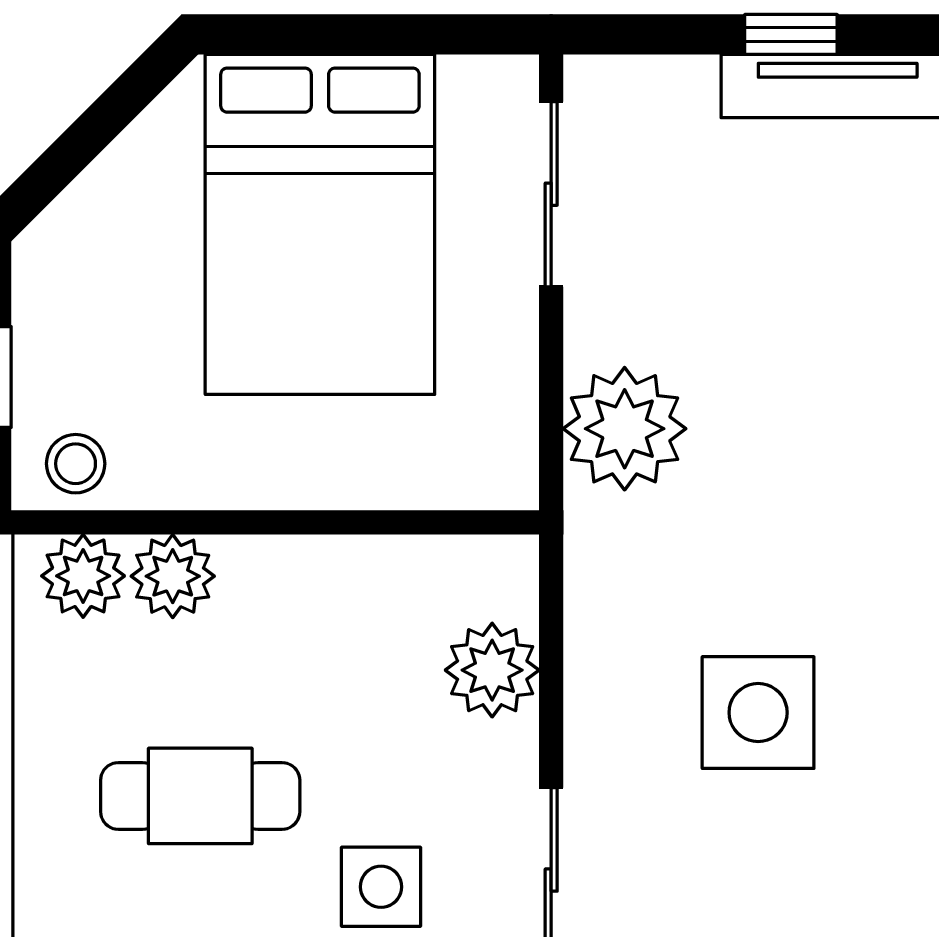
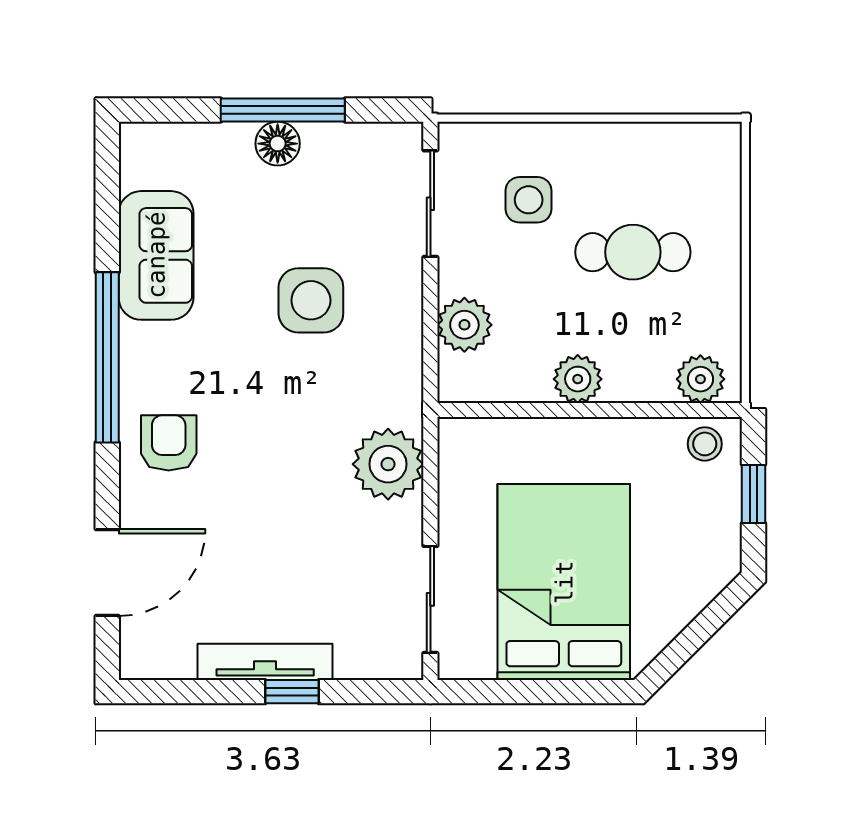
plant: (173, 576) -> (578, 379), moved

